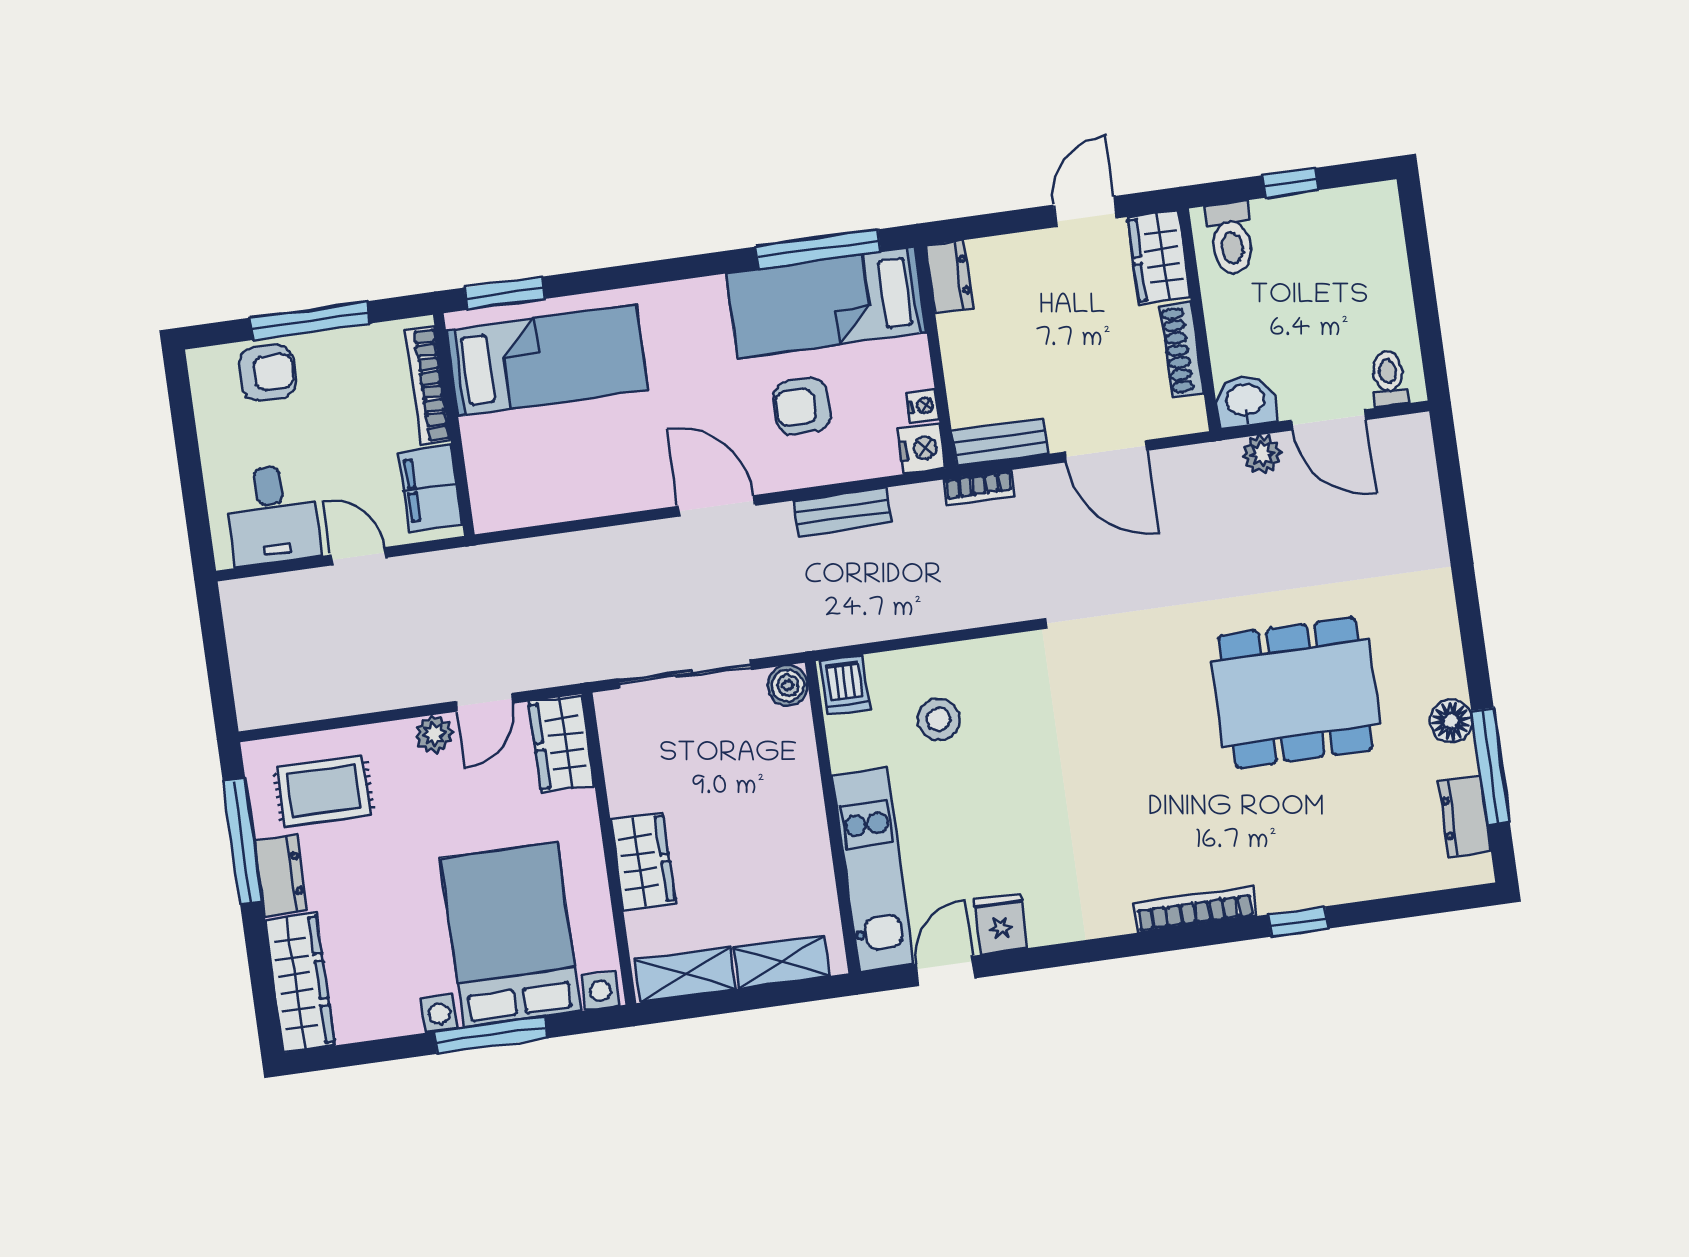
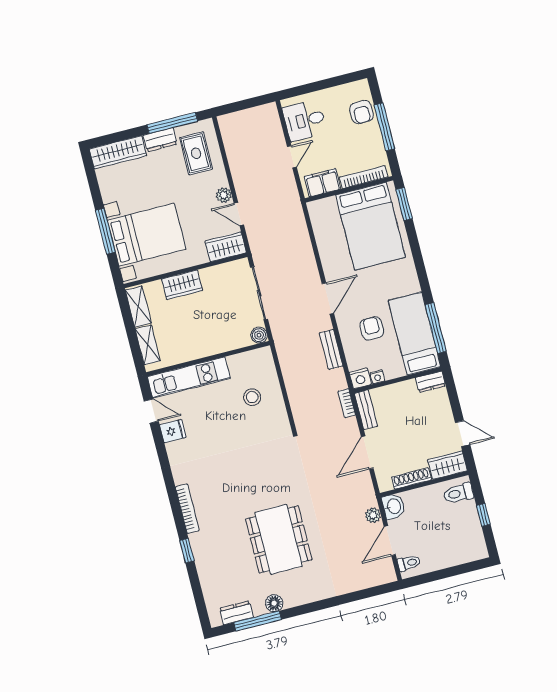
bed: (547, 360) -> (371, 226), width x1.50
dishwasher: (845, 685) -> (262, 358), removed

